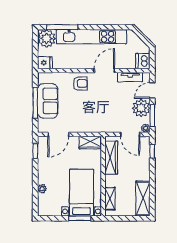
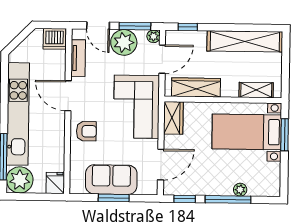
armchair: (80, 83) -> (86, 131), turned 90
window: (35, 103) -> (114, 198), width x0.69
corner sofa: (97, 117) -> (136, 107), added
door: (58, 134) -> (161, 165), hinge flipped
window: (35, 180) -> (228, 199), added
shelving: (143, 199) -> (245, 41), width x1.47

